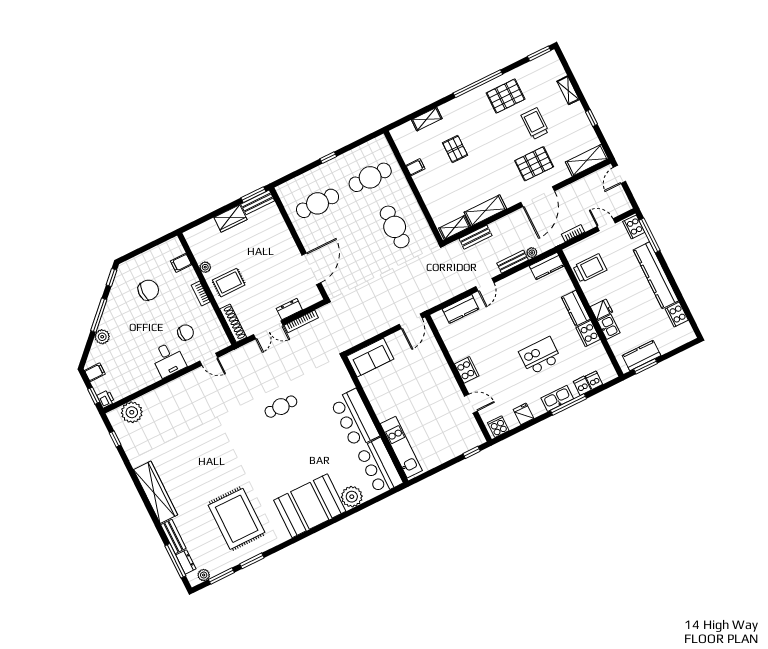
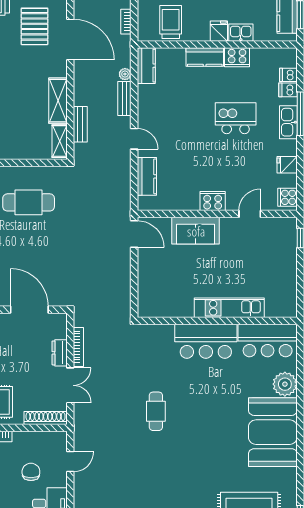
kitchen island: (540, 356) -> (236, 118), turned 90
sofa: (370, 358) -> (196, 231), moved, turned 90
kitchen unit: (401, 447) -> (229, 308), moved

